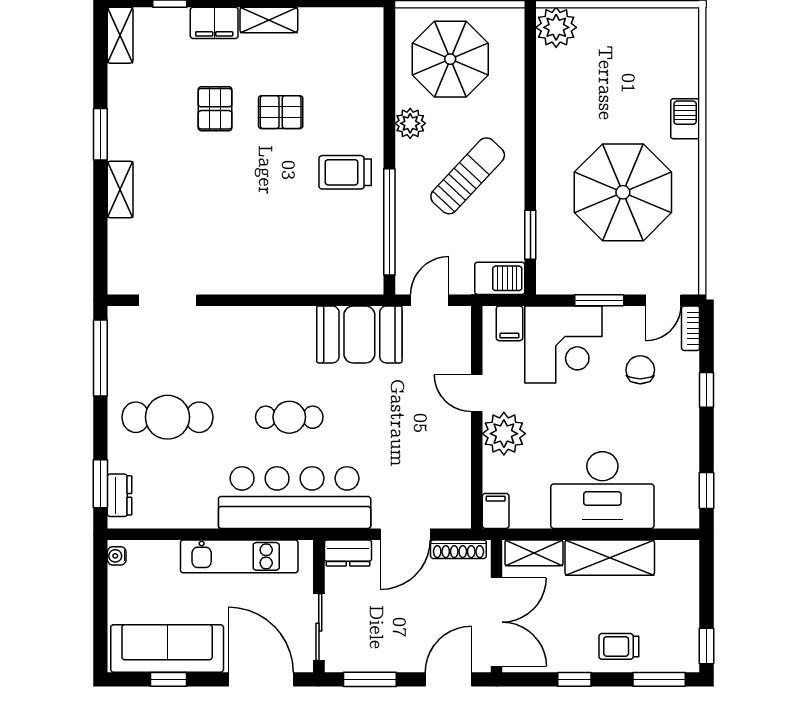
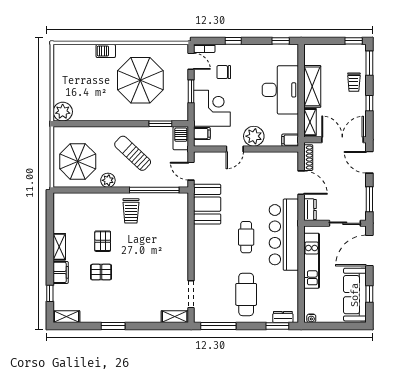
shelving: (120, 190) -> (175, 317), moved

